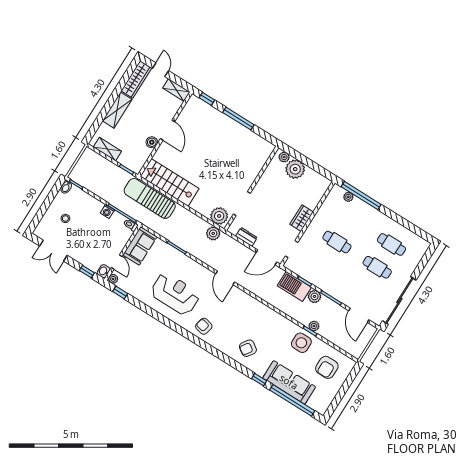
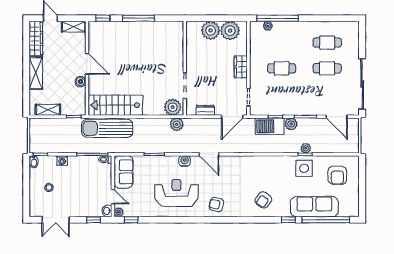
plant: (284, 157) -> (230, 31), moved, width x1.87, depth x1.87
washing machine: (107, 212) -> (62, 161), moved
water cooler: (200, 270) -> (185, 161), added

